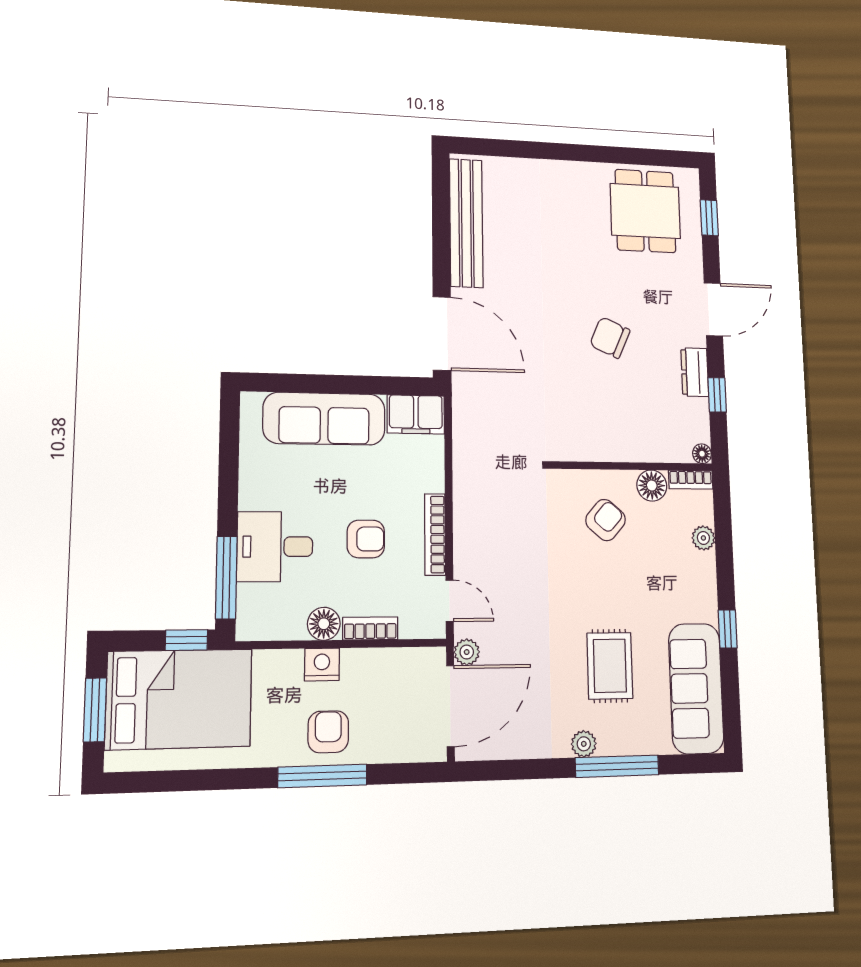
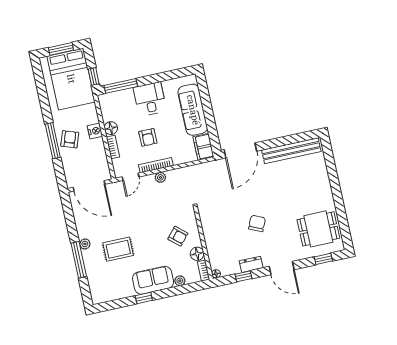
desk: (275, 547) -> (150, 99), moved
plant: (467, 652) -> (160, 177), moved
sofa: (696, 688) -> (153, 280), moved, width x0.73
armchair: (328, 732) -> (70, 139), turned -71

